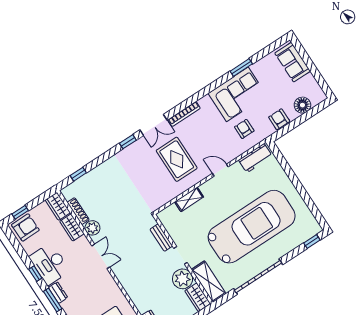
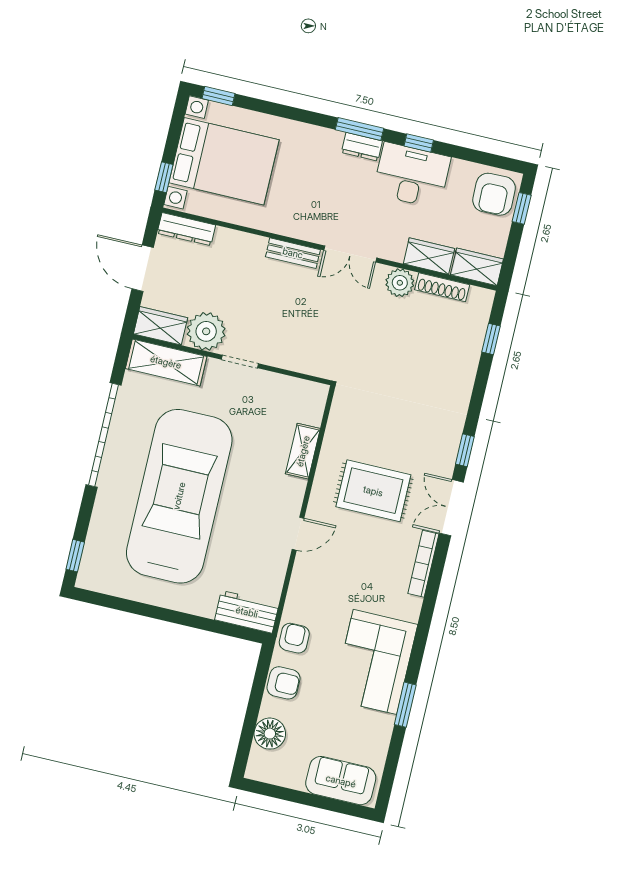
armchair: (244, 129) -> (294, 638), moved, turned -90
workbench: (255, 158) -> (247, 612), moved, turned 90
car: (252, 227) -> (179, 496), turned 180
bench: (161, 238) -> (293, 253), moved

